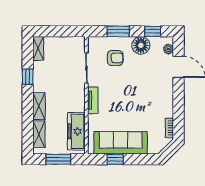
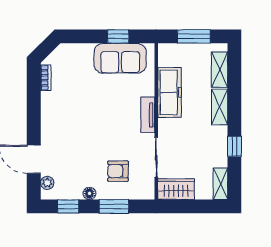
wardrobe: (72, 44) -> (176, 189), added
floor lamp: (141, 45) -> (89, 193), width x0.53, depth x0.53
freezer: (76, 131) -> (170, 92), moved
sofa: (121, 143) -> (120, 58), width x0.73

